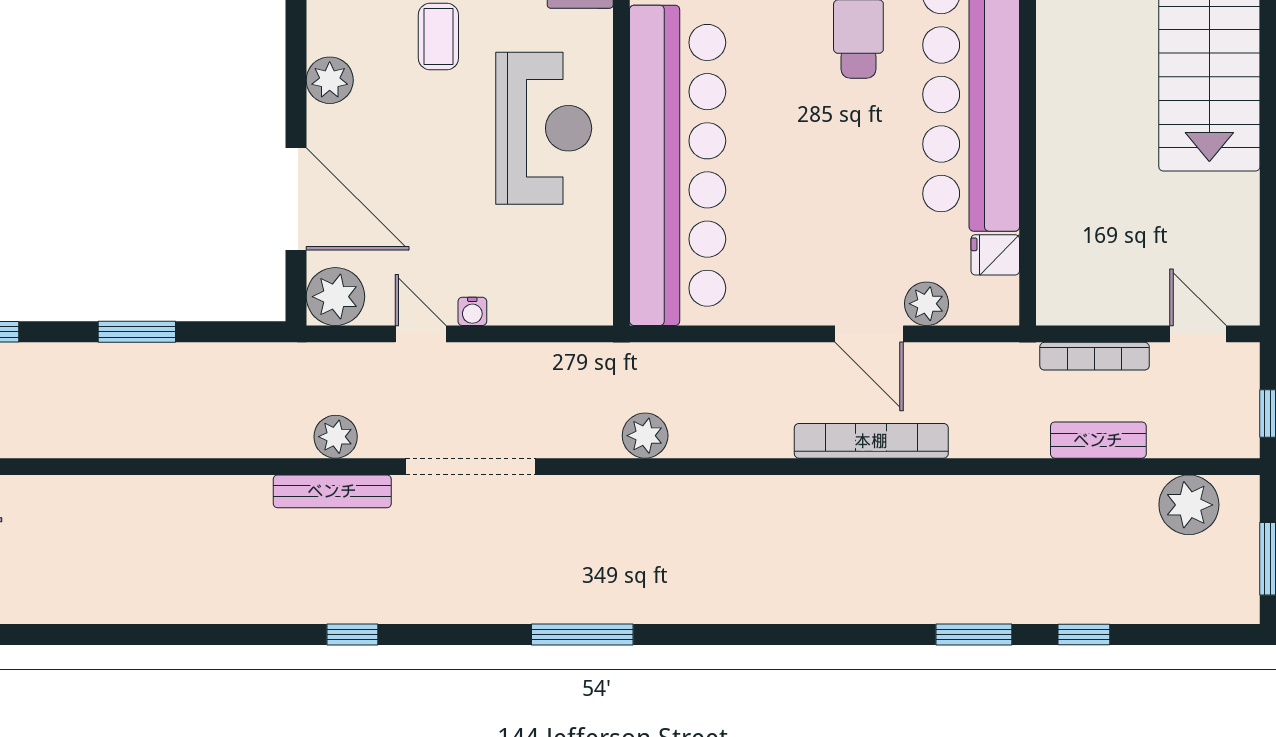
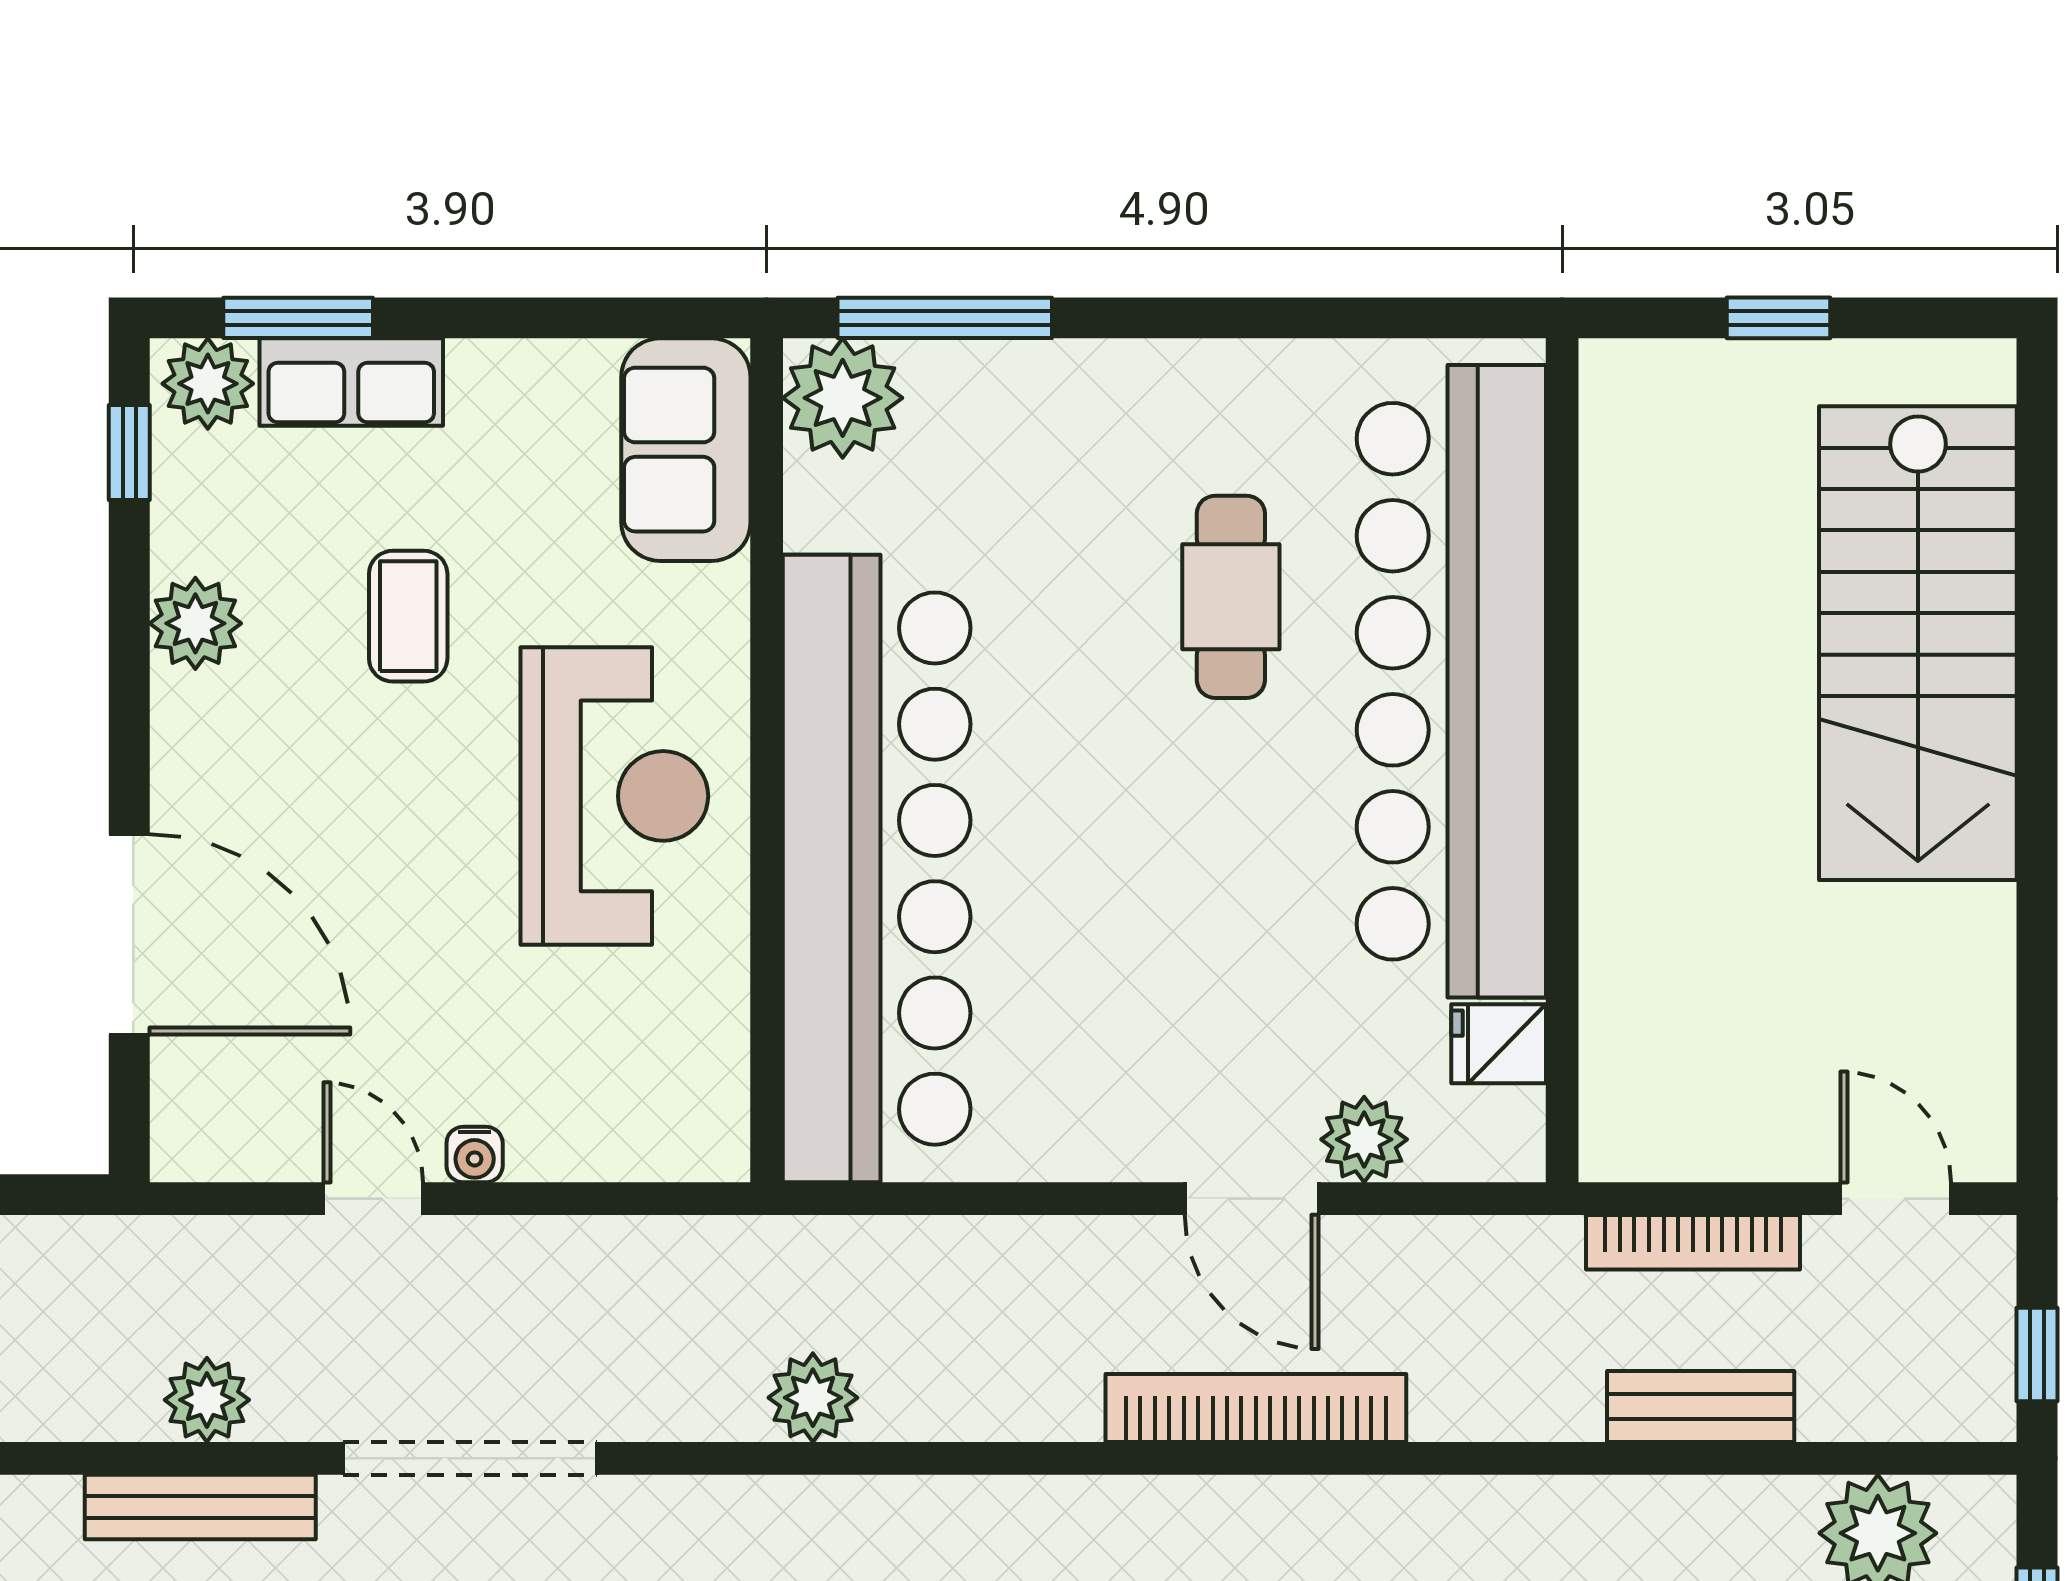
plant: (330, 80) -> (195, 623), moved
plant: (335, 297) -> (207, 1125), removed

